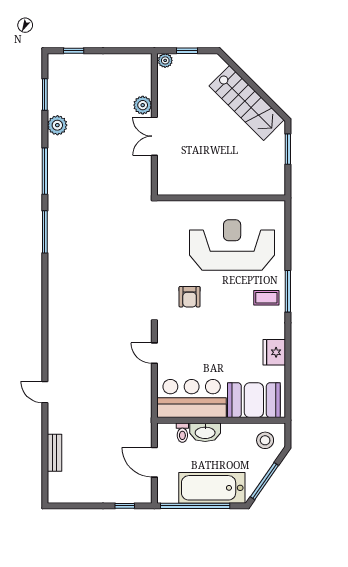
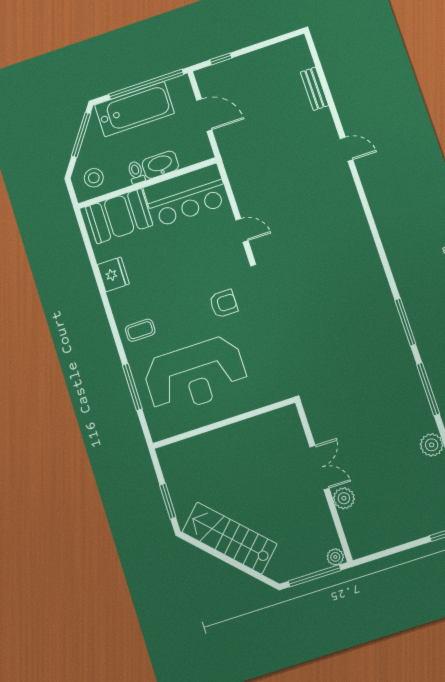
window: (187, 51) -> (315, 576), width x2.17
window: (288, 291) -> (132, 387), moved
armchair: (190, 297) -> (224, 304), turned 90
toilet: (182, 433) -> (136, 172), moved

